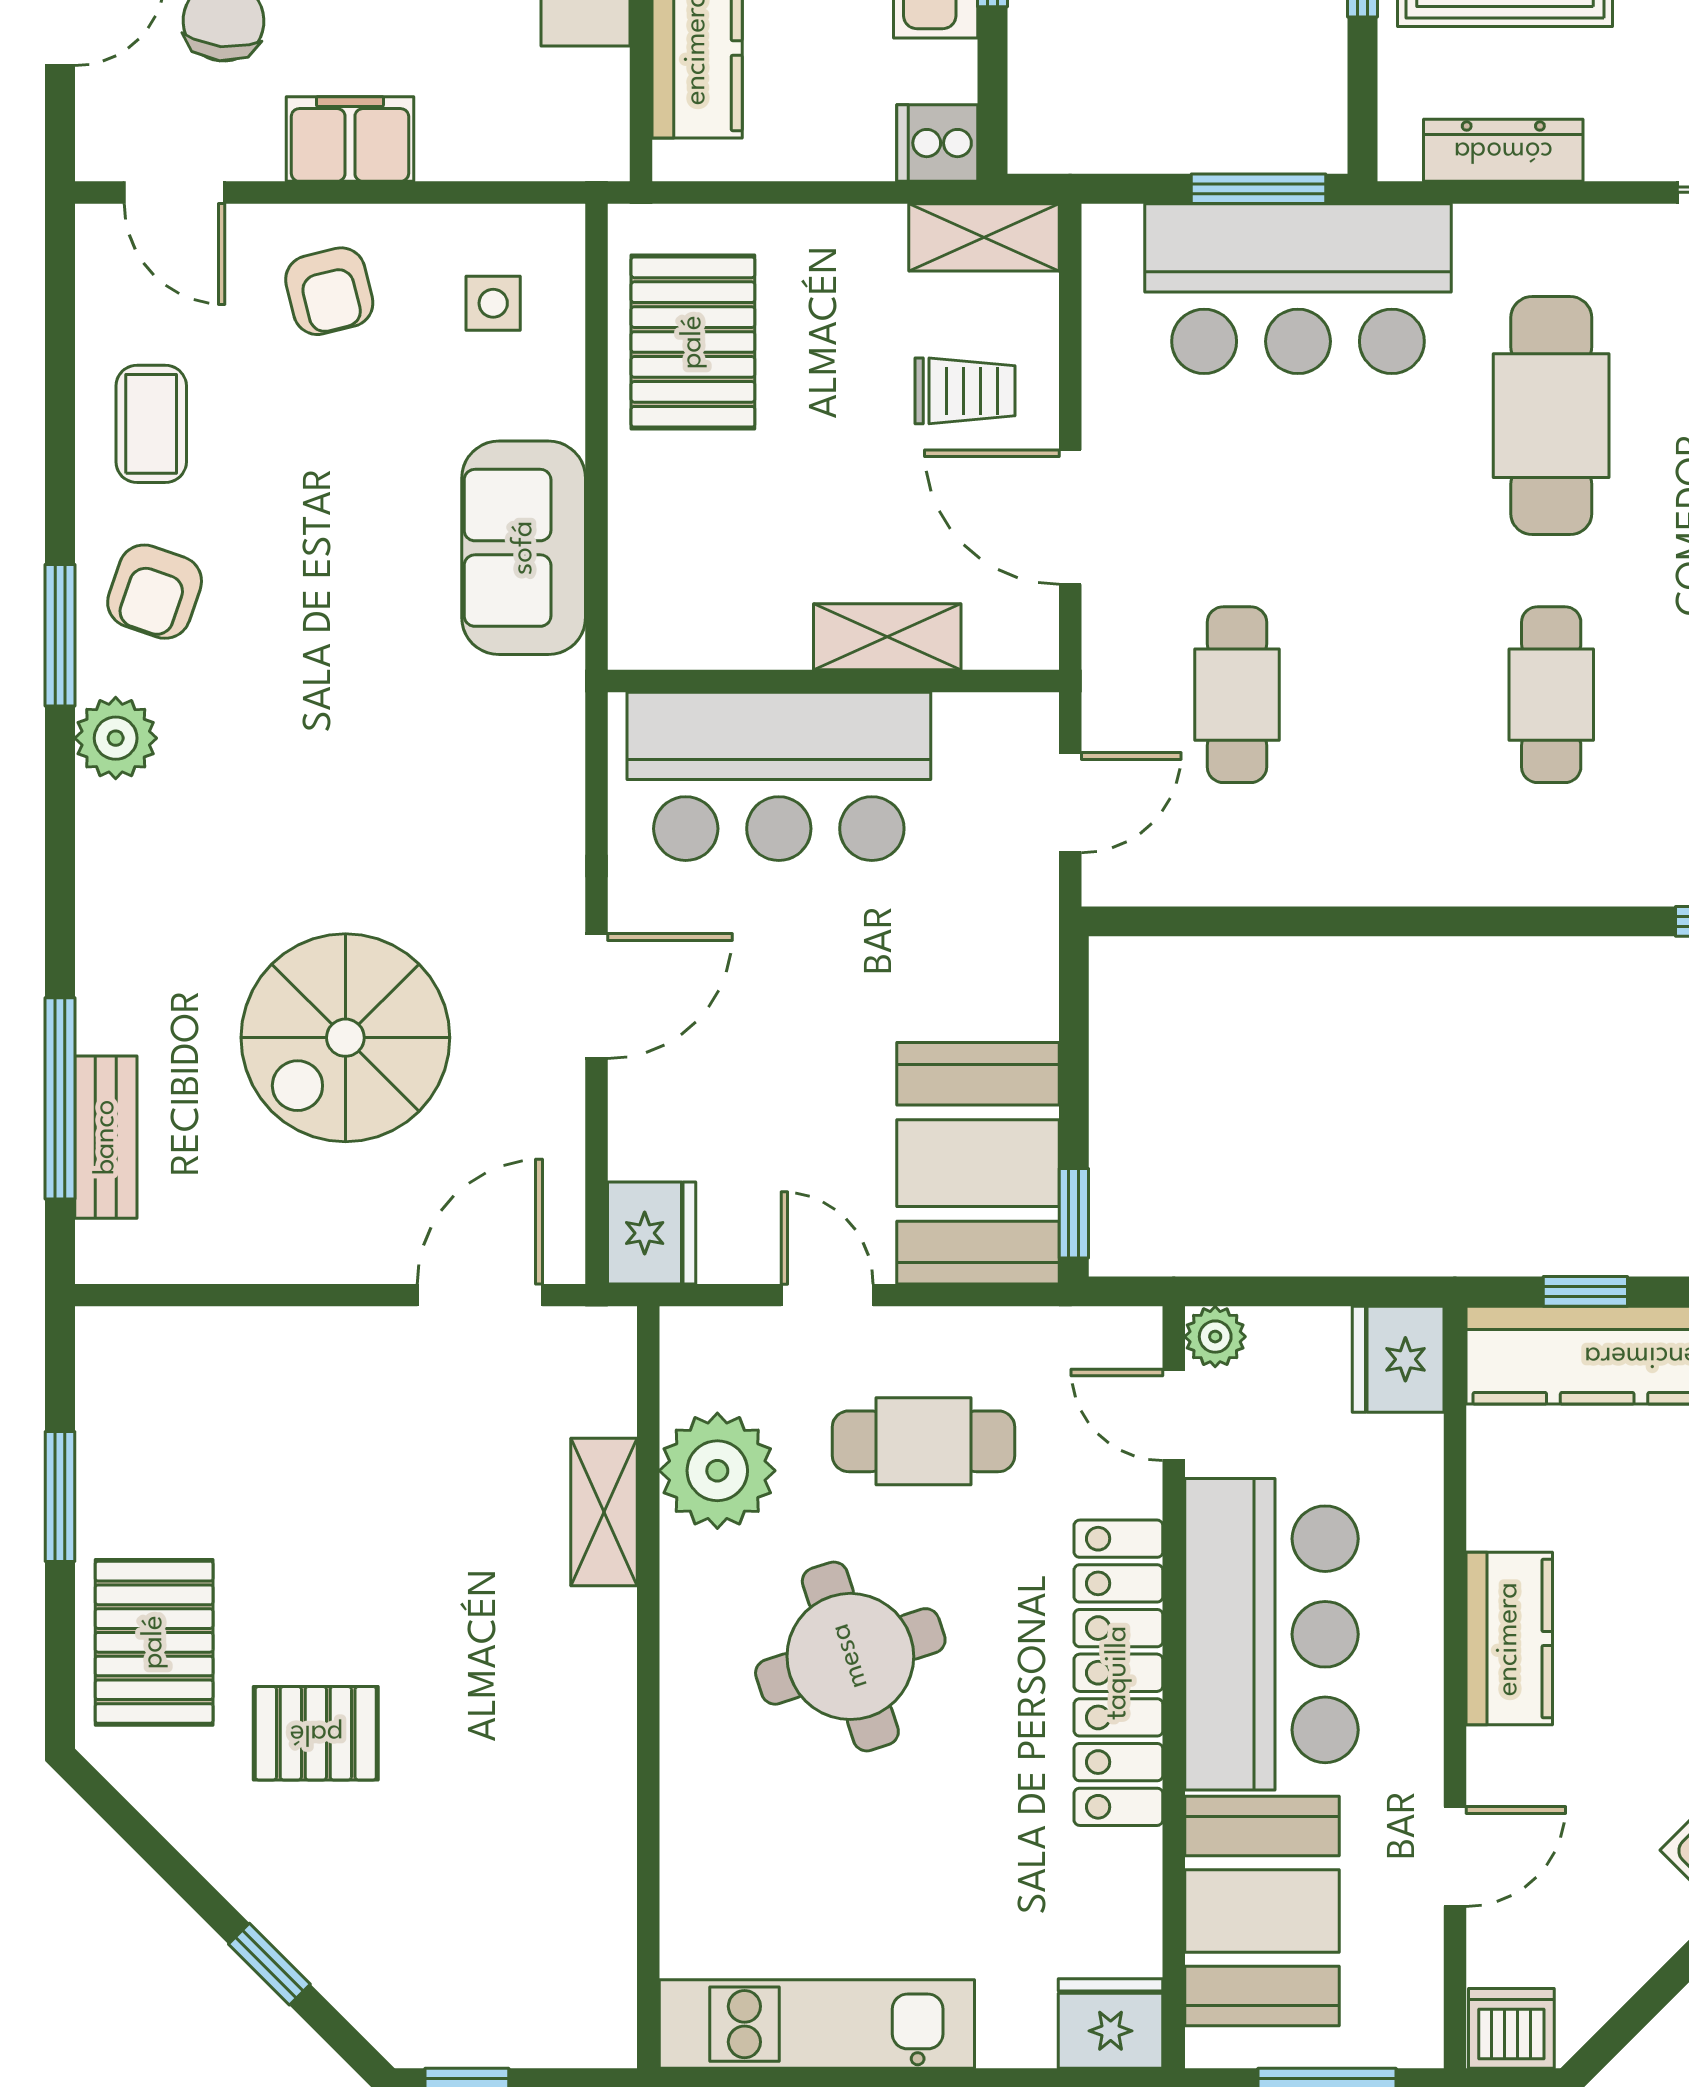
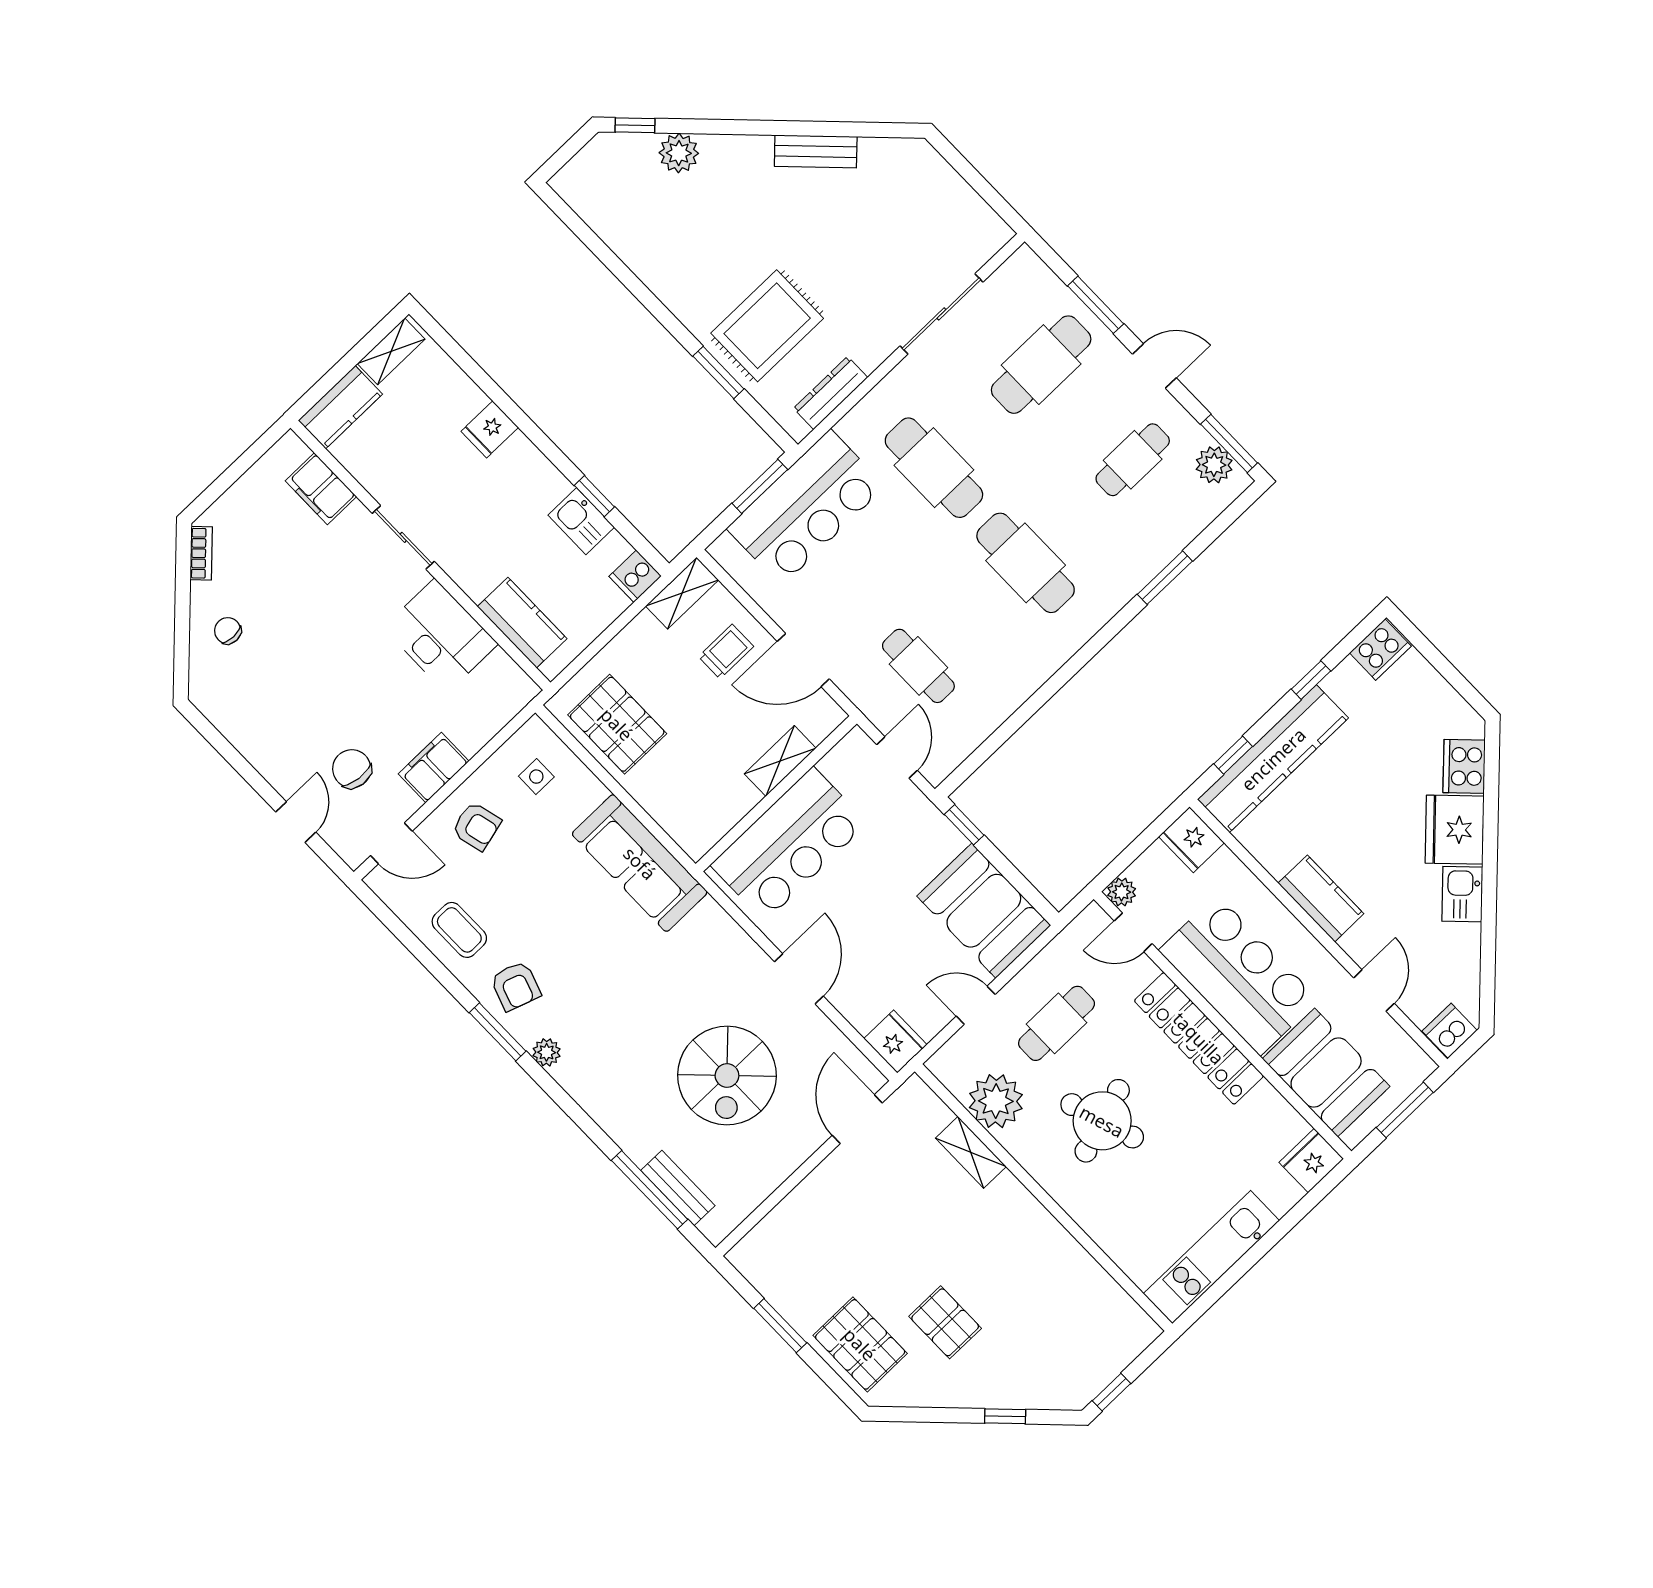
sofa: (524, 548) -> (640, 863), width x1.36
cafe table: (1551, 695) -> (1026, 563), width x1.37, depth x1.35
plant: (116, 738) -> (547, 1052), width x0.73, depth x0.73
window: (1074, 1213) -> (964, 825), moved
pallet: (316, 1733) -> (945, 1322), turned 90

